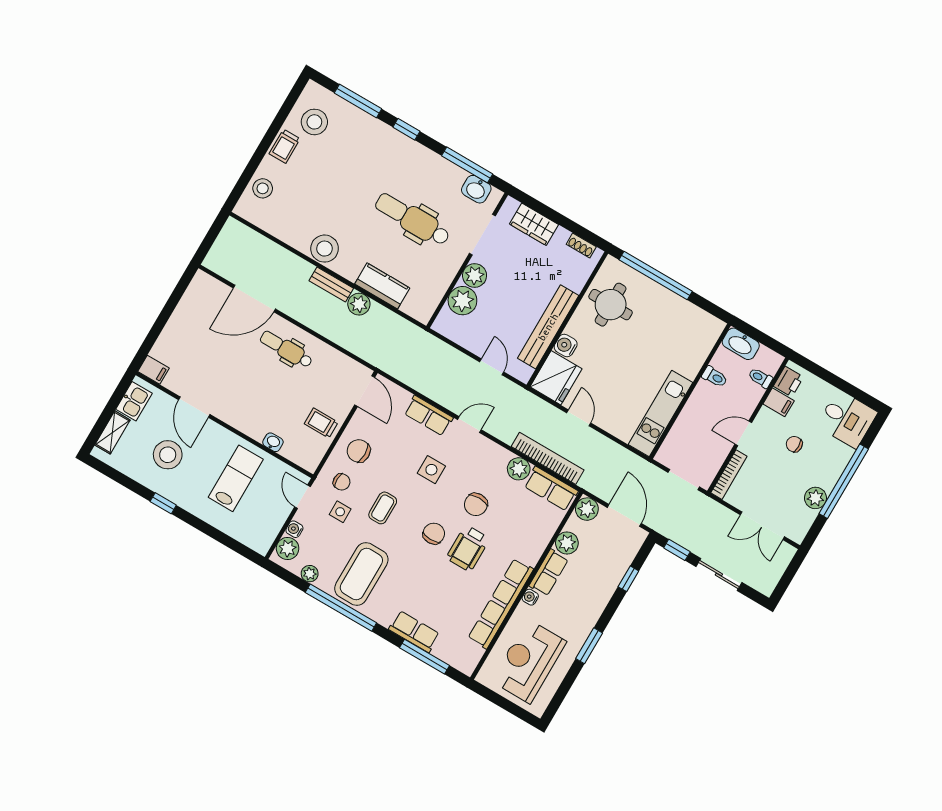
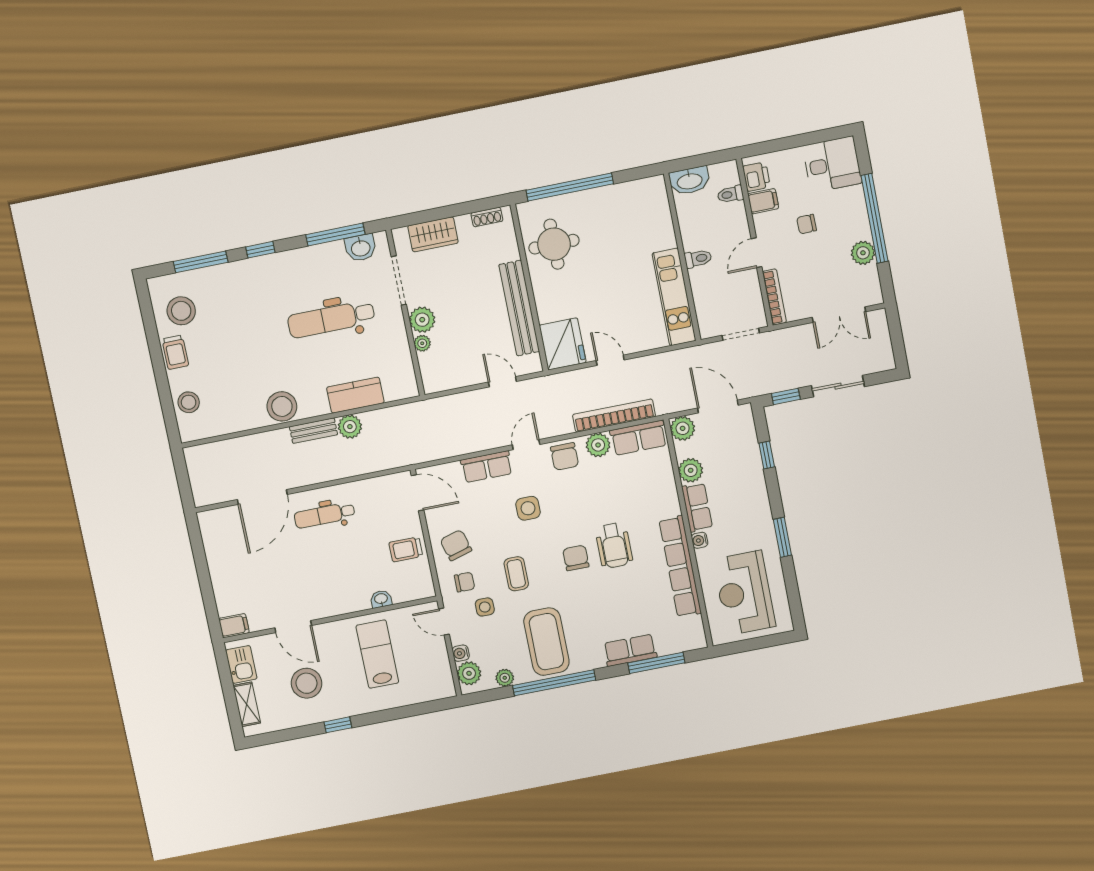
plant: (462, 301) -> (422, 343), width x0.53, depth x0.53
water cooler: (566, 346) -> (547, 311), removed
toilet: (715, 377) -> (698, 259), moved
chair: (359, 451) -> (456, 545), turned 74
chair: (476, 504) -> (565, 457), moved

